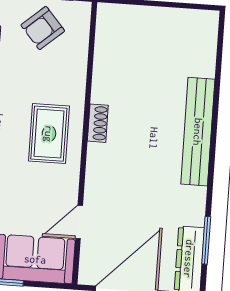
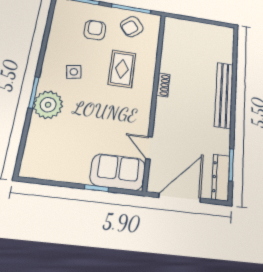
rug: (49, 134) -> (122, 69), moved
door: (79, 222) -> (149, 148), hinge flipped

